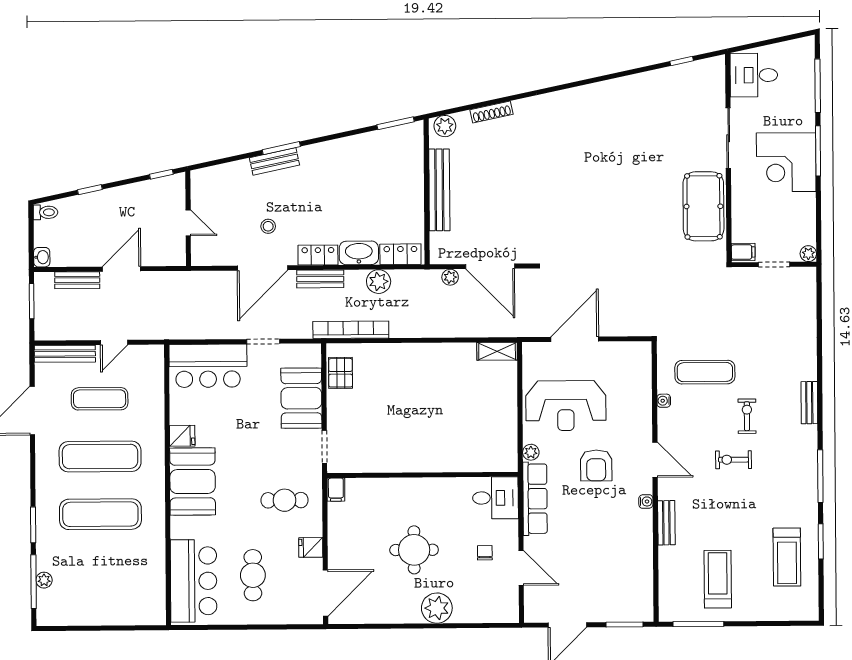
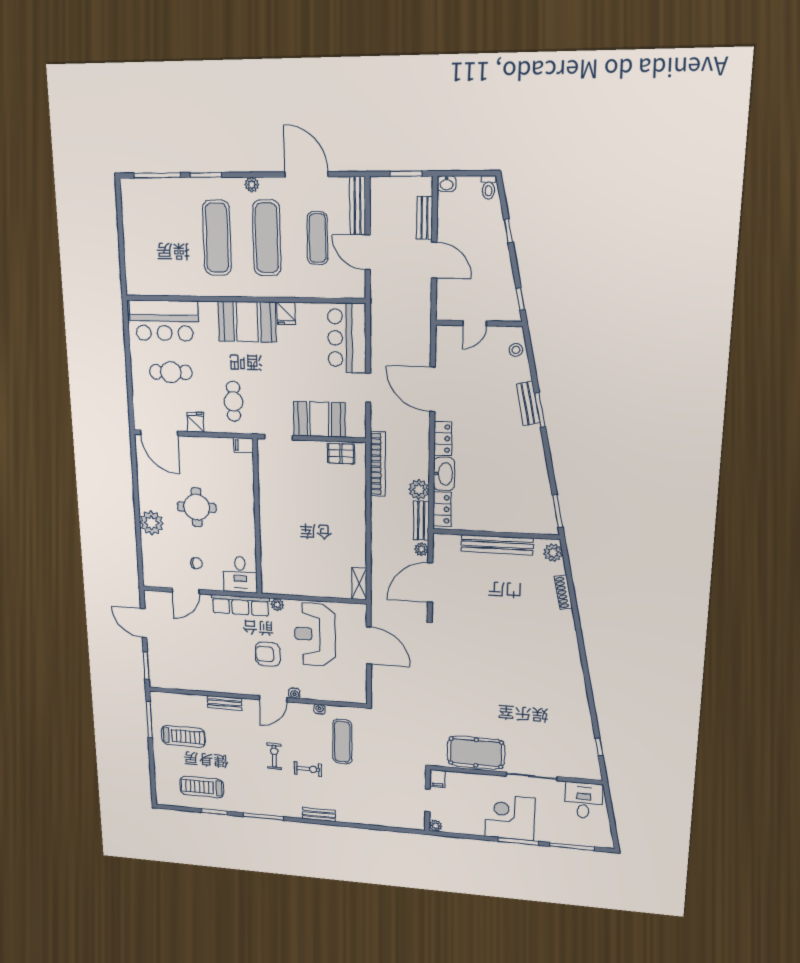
stool: (268, 226) -> (516, 350), moved
bench: (320, 279) -> (421, 521), moved
door: (114, 342) -> (368, 252), width x1.38
water cooler: (646, 501) -> (294, 693), moved
plant: (44, 580) -> (252, 185), moved

